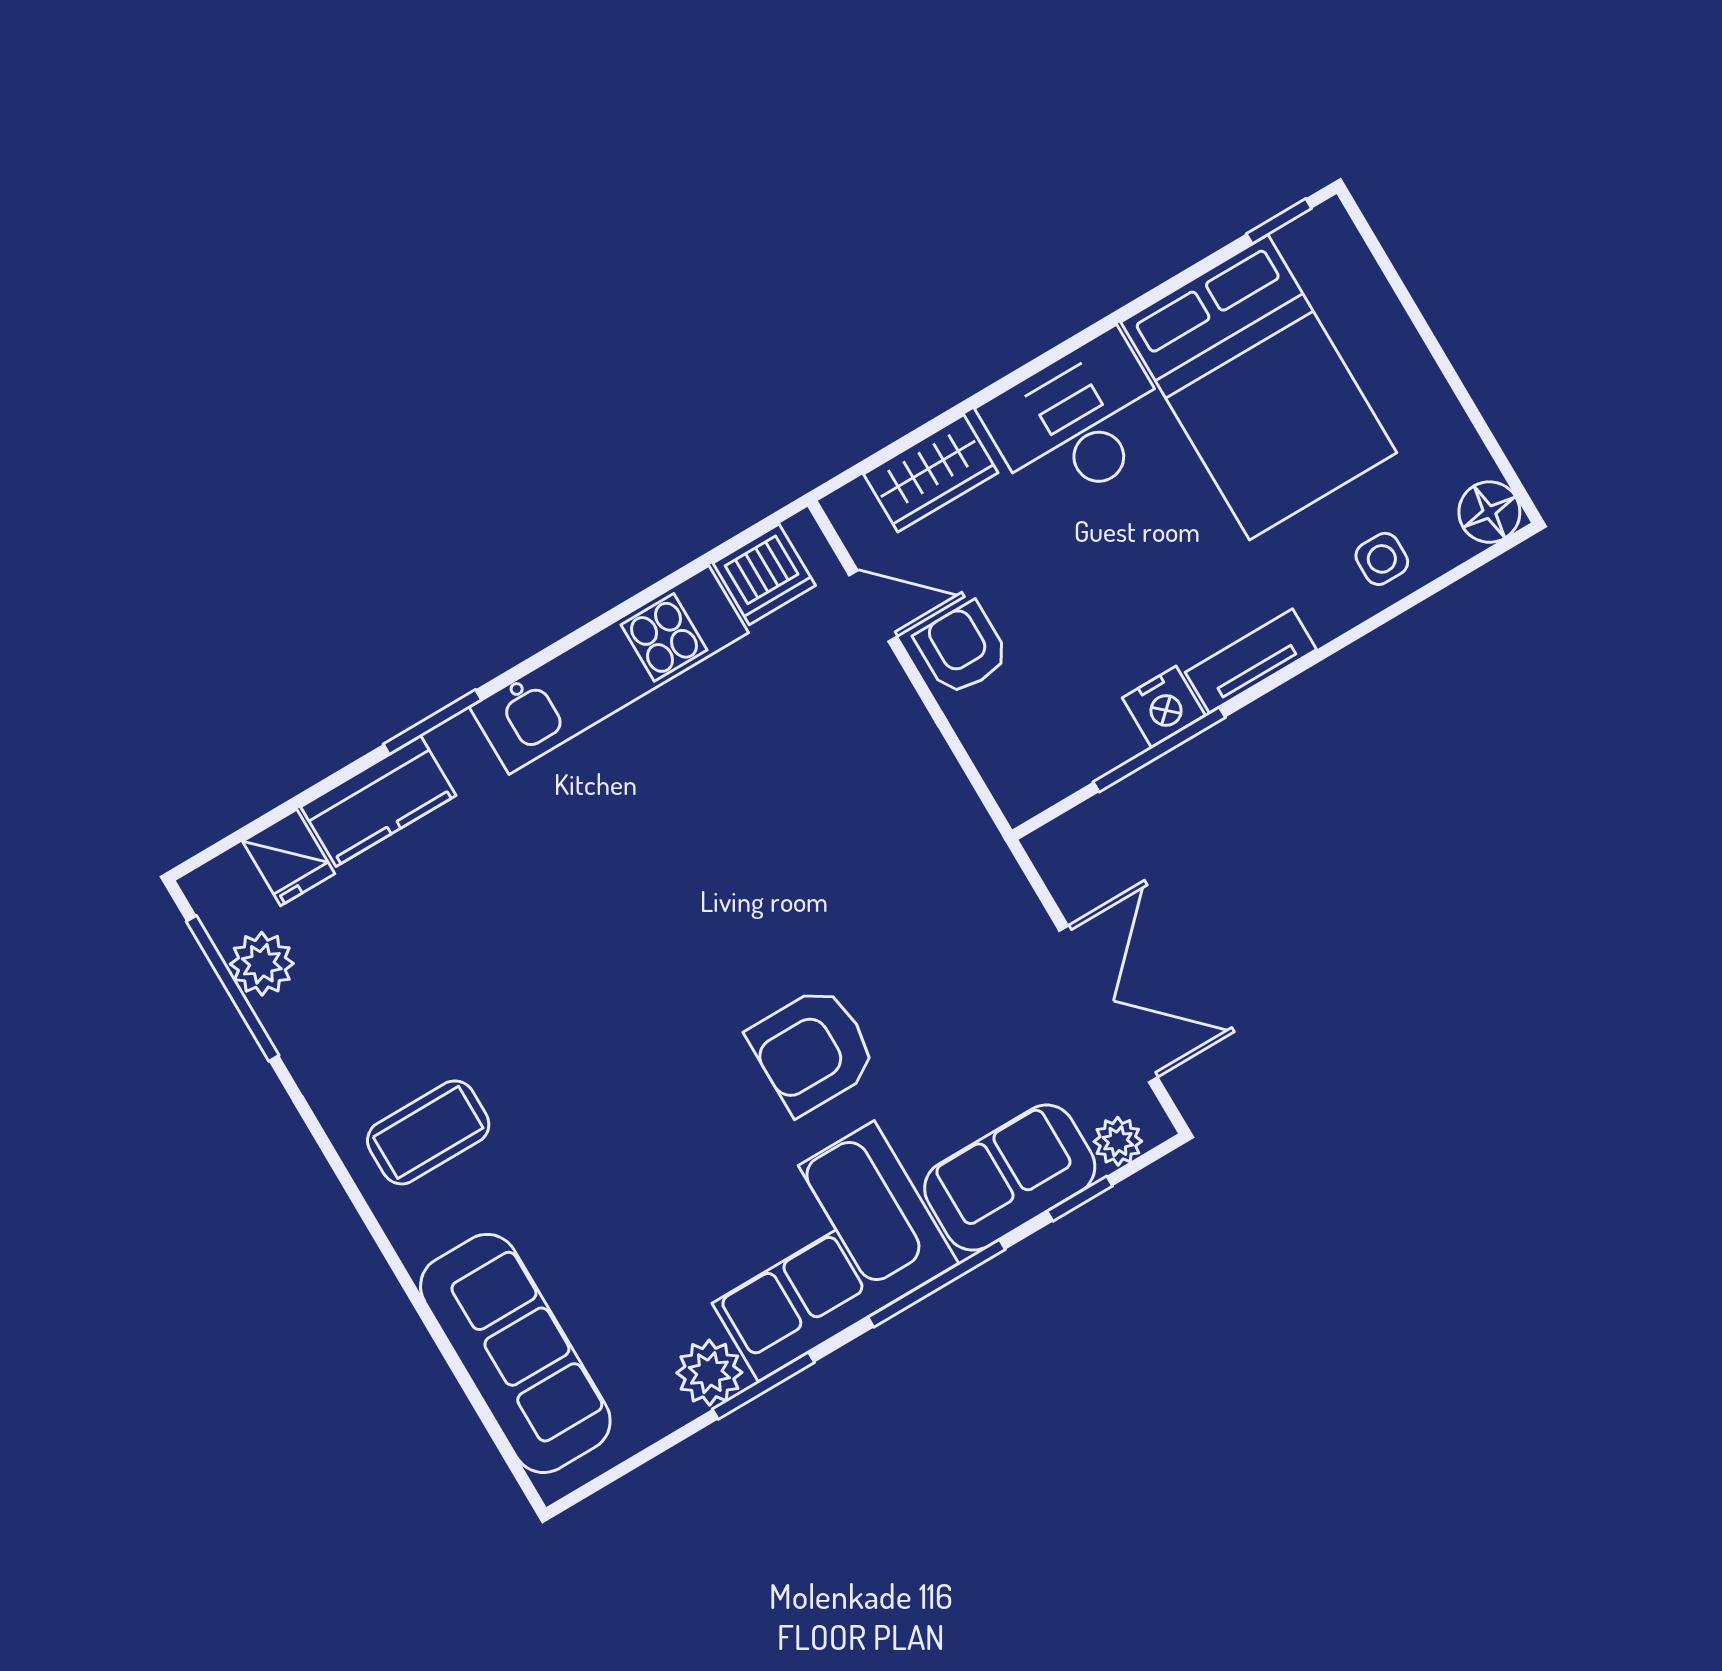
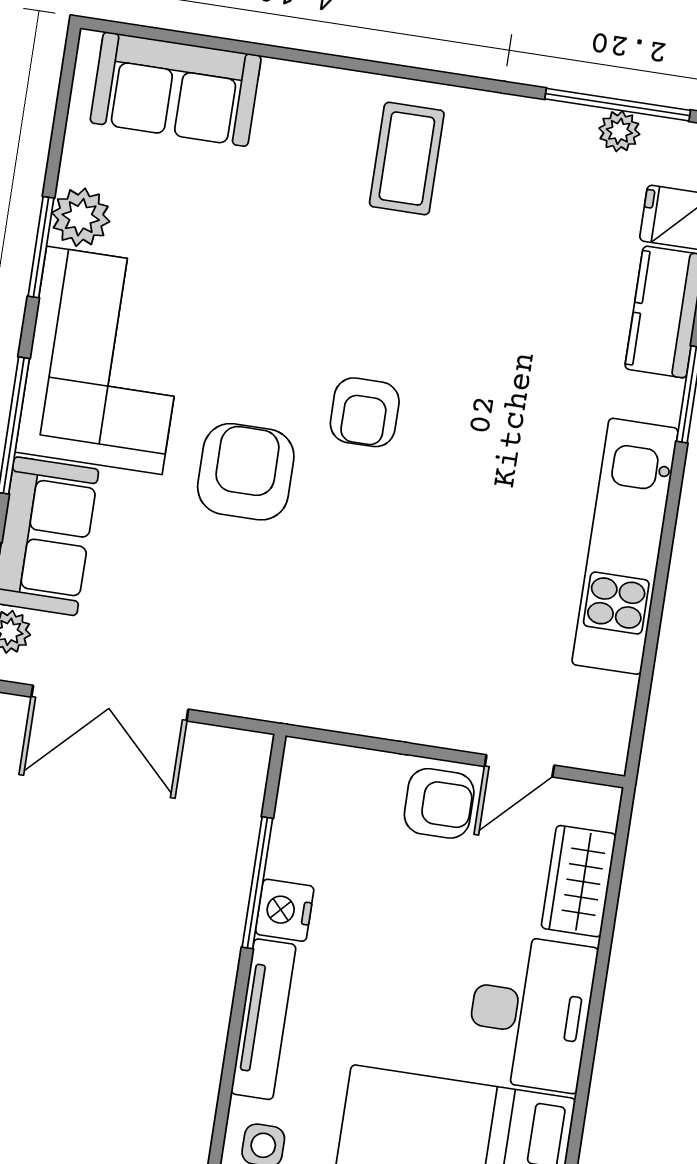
dishwasher: (764, 574) -> (603, 708), removed
tv unit: (1251, 661) -> (263, 1019), width x1.41
plant: (262, 964) -> (619, 131), width x0.73, depth x0.73
armchair: (677, 989) -> (365, 412), added
sofa: (515, 1353) -> (176, 89), width x0.73

